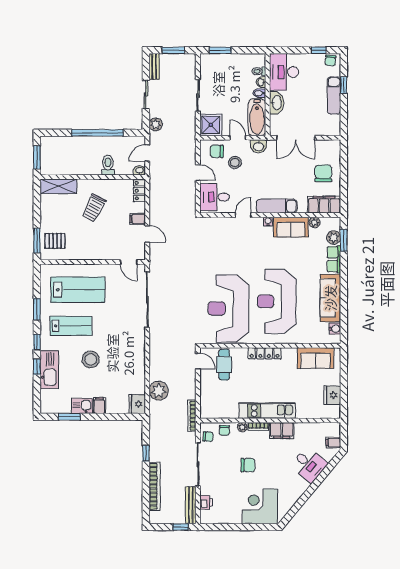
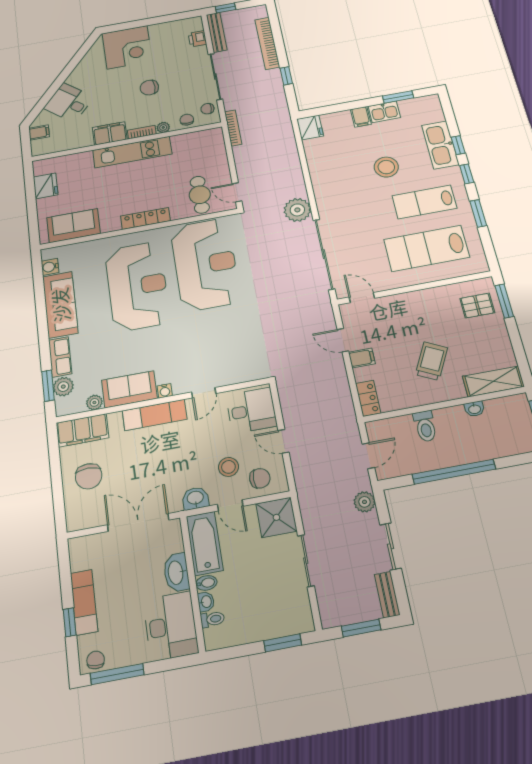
window: (319, 50) -> (117, 674), width x2.17
washbasin: (139, 170) -> (474, 409), moved
plant: (159, 391) -> (297, 210), moved

